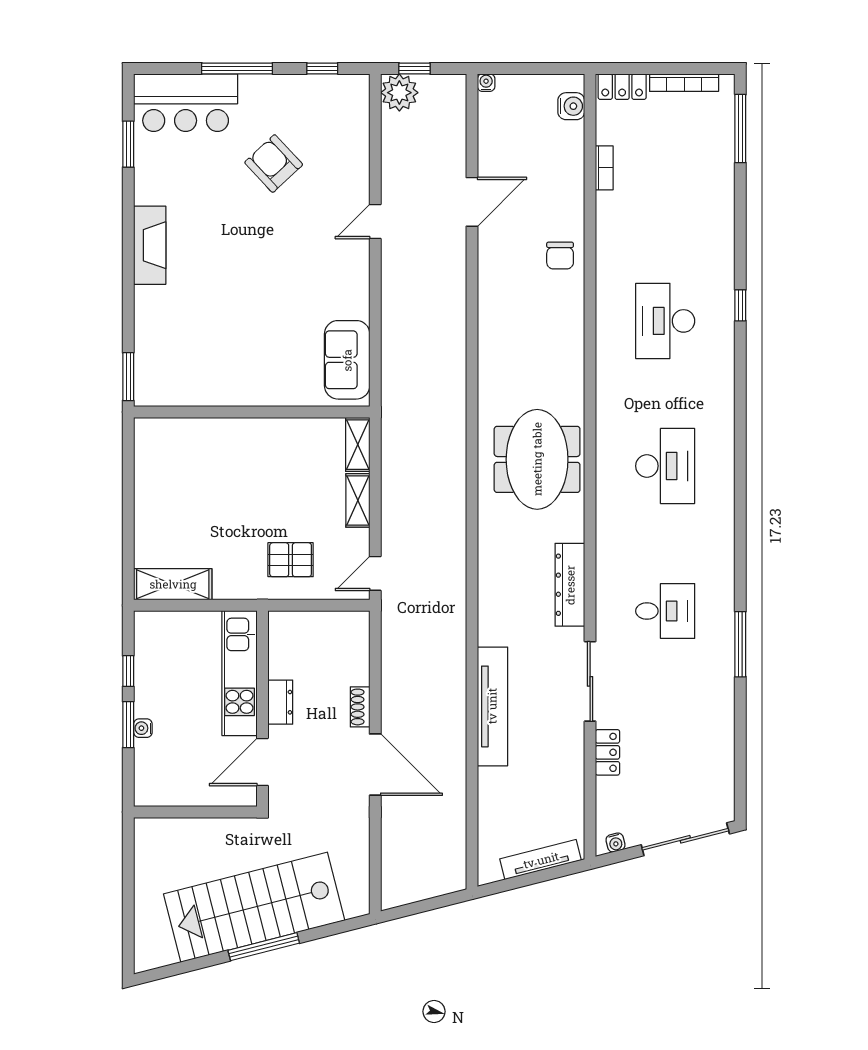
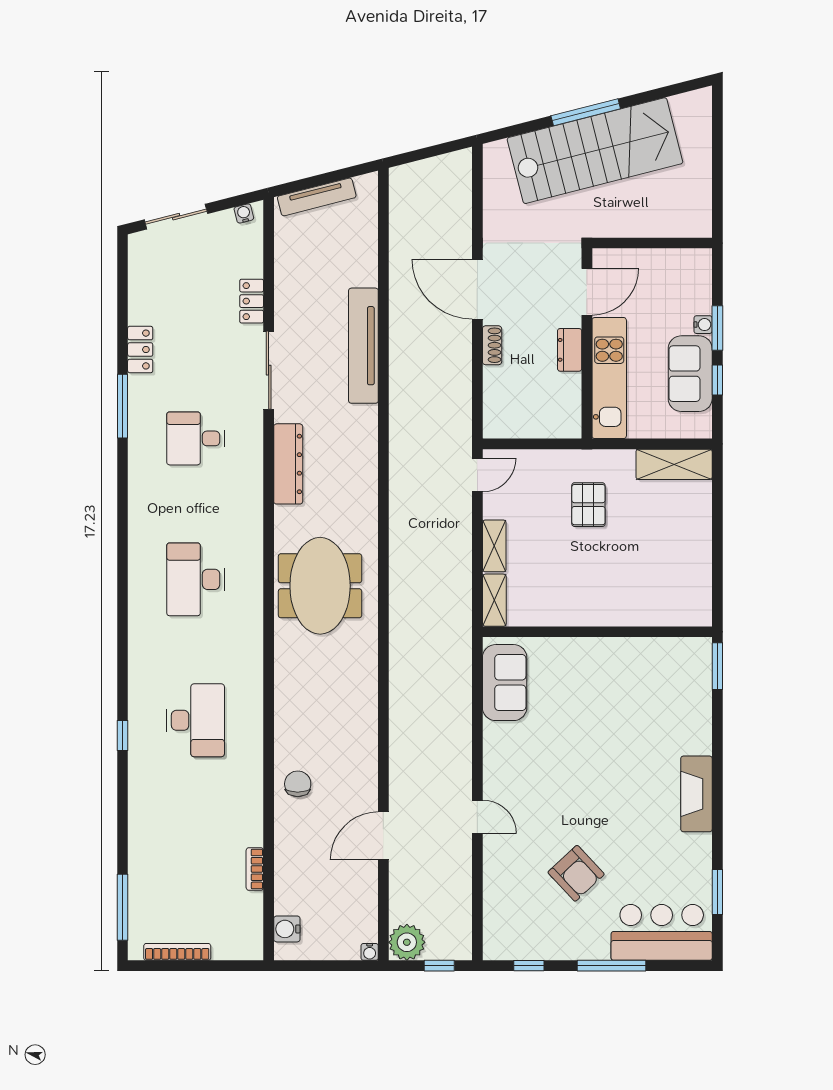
locker: (622, 87) -> (140, 350), moved, turned 90
plant: (399, 93) -> (407, 942), moved
door: (375, 222) -> (477, 817), hinge flipped
pallet: (291, 560) -> (588, 505), moved, turned 90
sofa: (156, 678) -> (690, 374), added
sliding door: (685, 839) -> (176, 217), width x0.73

